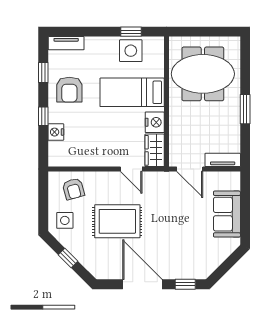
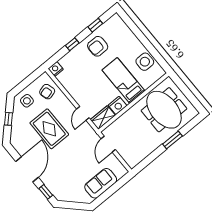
window: (131, 32) -> (155, 53), removed
tv unit: (66, 43) -> (121, 24), removed
window: (245, 109) -> (172, 140), moved
nightstand: (56, 132) -> (56, 69), moved
tv unit: (223, 160) -> (127, 158), removed

